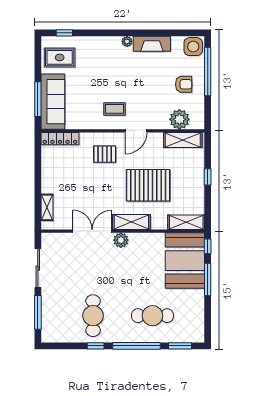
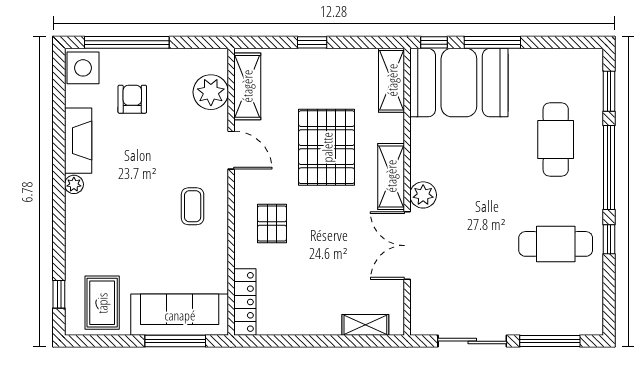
armchair: (184, 84) -> (132, 99), moved
door: (136, 131) -> (231, 150), moved

